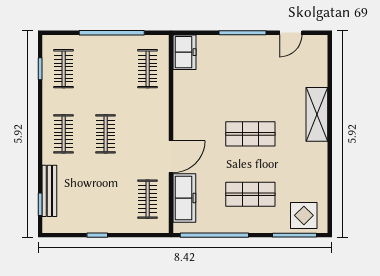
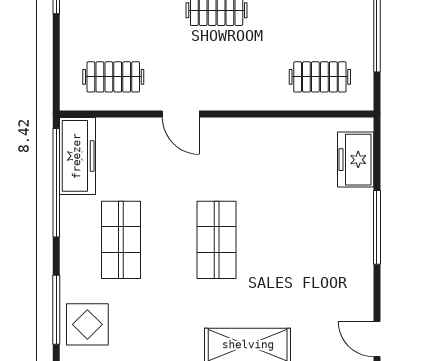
door: (291, 33) -> (377, 339), moved
freezer: (184, 52) -> (356, 160), moved, turned 90
door: (171, 157) -> (181, 114), width x0.73
freezer: (184, 198) -> (77, 156), moved, turned -90

